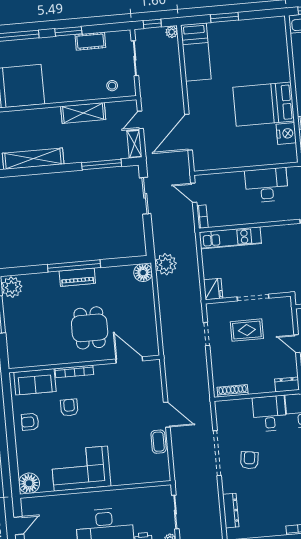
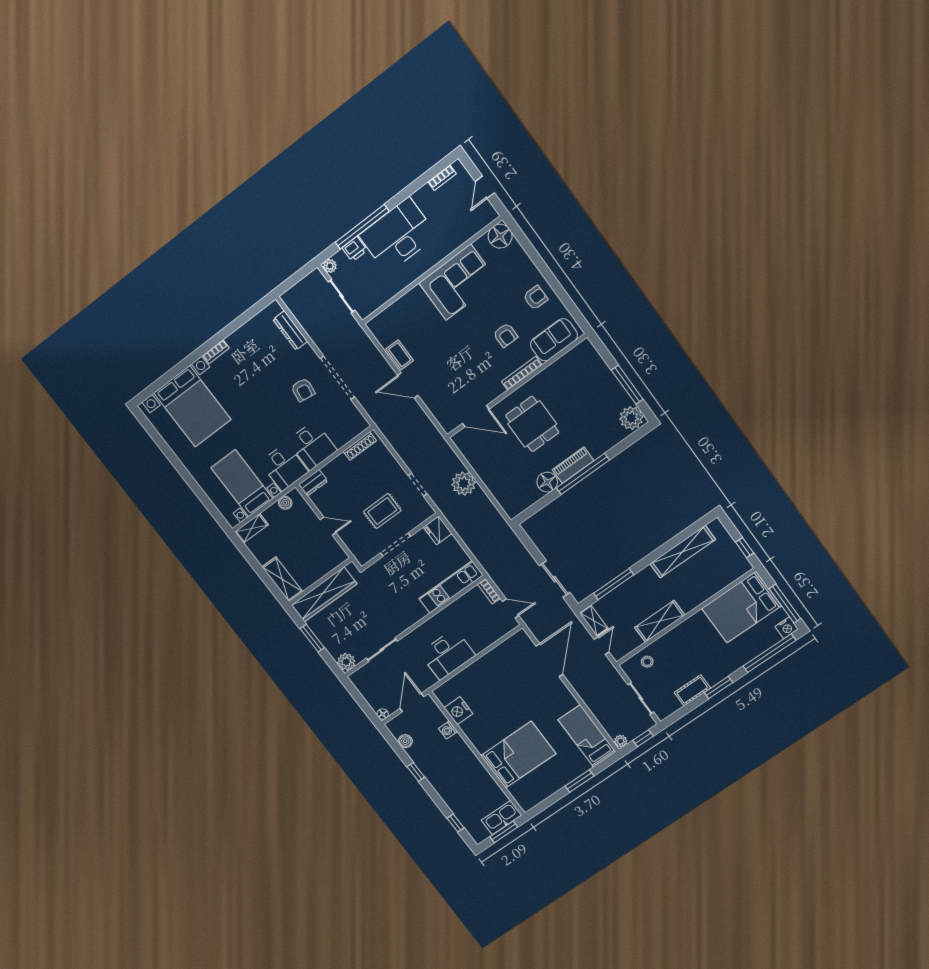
bed: (264, 104) -> (518, 755), moved
plant: (166, 264) -> (464, 484), moved
floor lamp: (143, 273) -> (547, 482), moved

